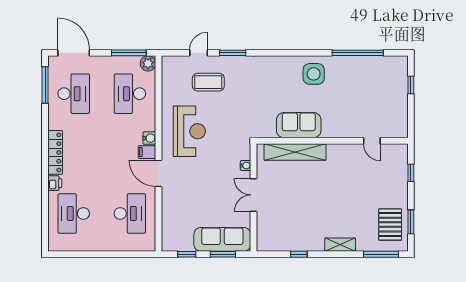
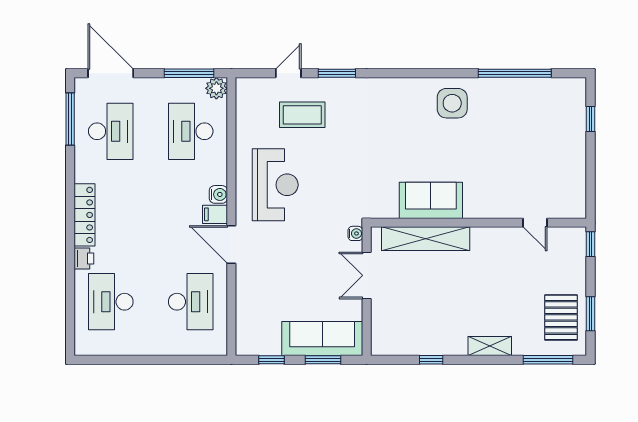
sofa: (299, 125) -> (431, 200), moved
wall: (332, 141) -> (479, 223), moved
door: (372, 141) -> (535, 223), moved
shelving: (295, 152) -> (426, 239), moved

